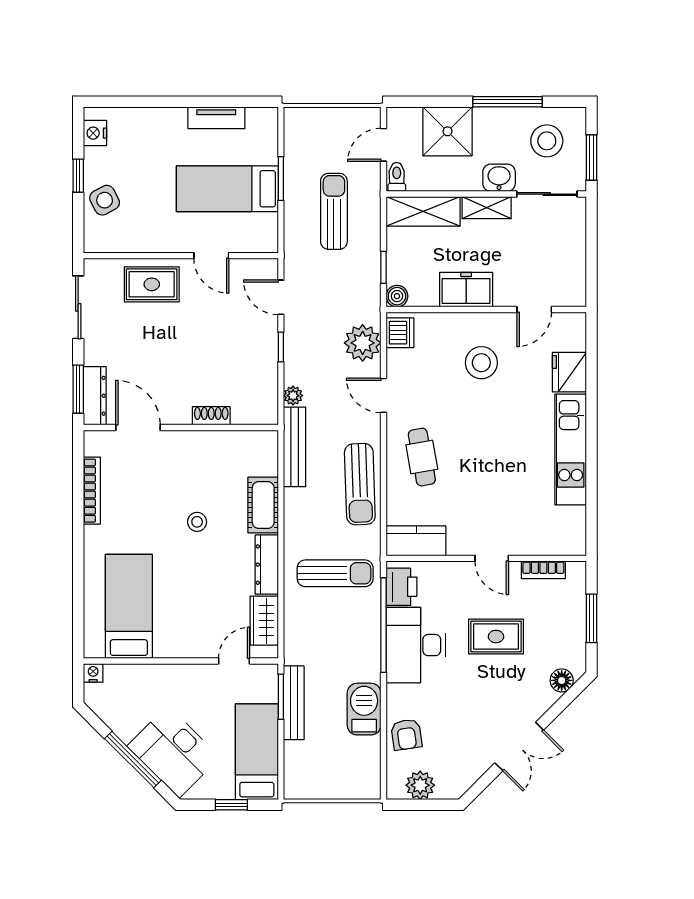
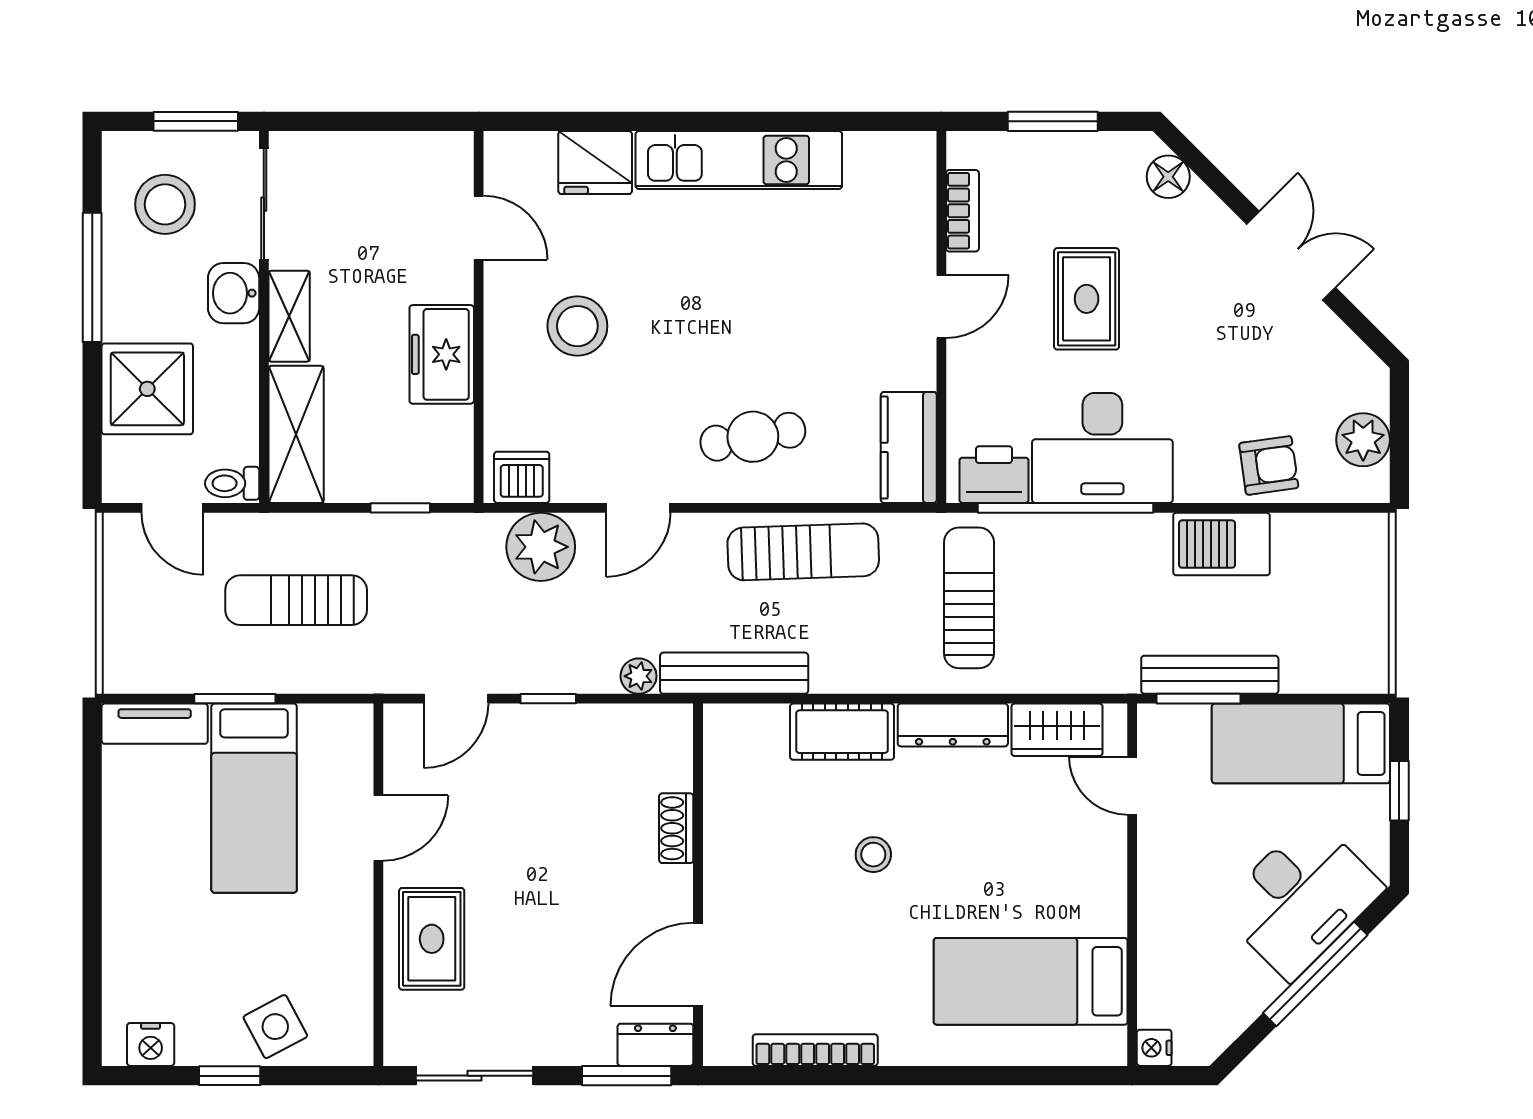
tv unit: (216, 118) -> (155, 724), moved, turned 90
boiler: (397, 296) -> (454, 483), removed
dresser: (95, 396) -> (655, 1045), width x0.70

